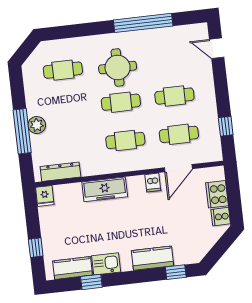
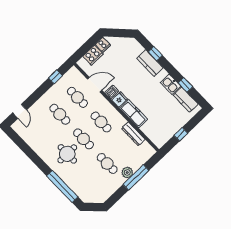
window: (143, 23) -> (62, 186), moved
cafe table: (63, 70) -> (107, 163), moved
dresser: (60, 172) -> (133, 134), moved
fridge: (45, 196) -> (120, 99), moved
window: (36, 248) -> (181, 134), moved
window: (176, 272) -> (155, 54), moved

